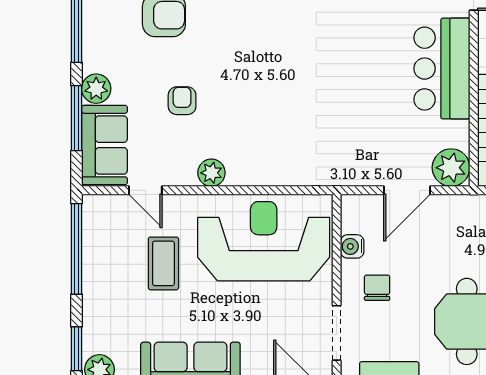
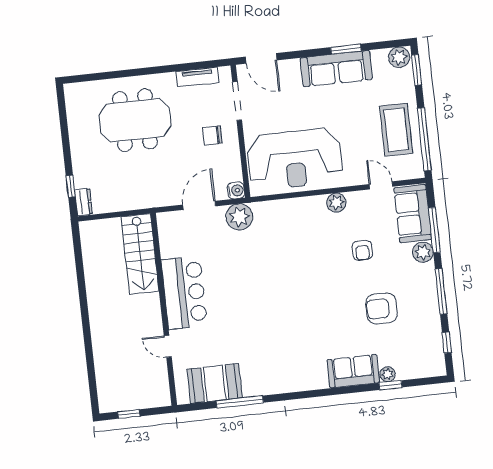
plant: (451, 168) -> (239, 217), moved
water cooler: (352, 246) -> (236, 190), moved
coffee table: (163, 263) -> (396, 130), moved, width x1.36, depth x1.32
chair: (377, 288) -> (212, 135), turned 90

